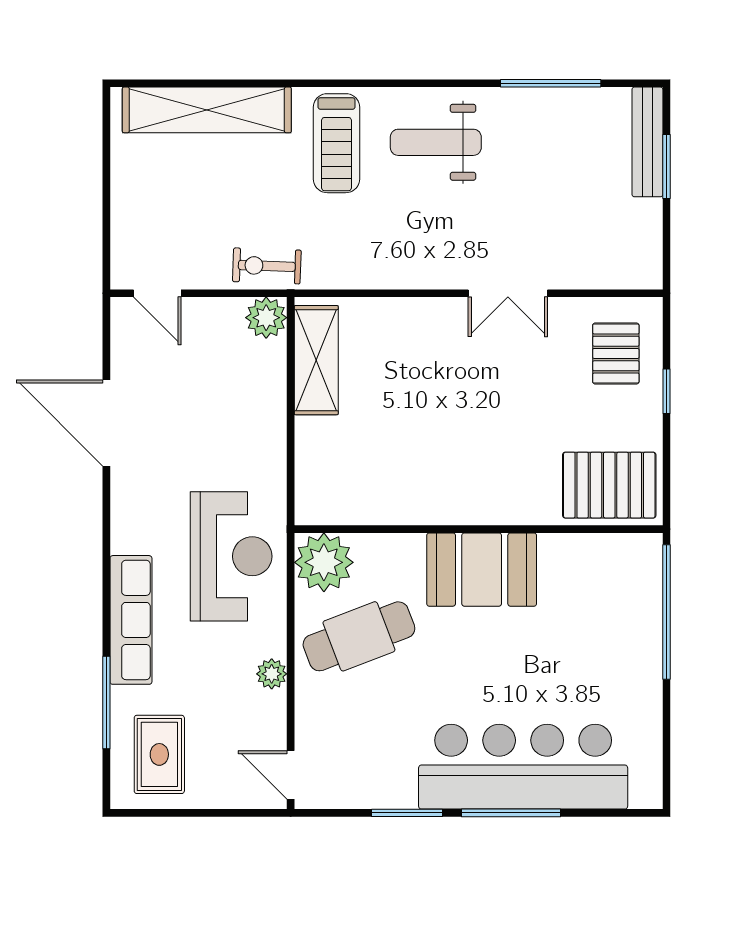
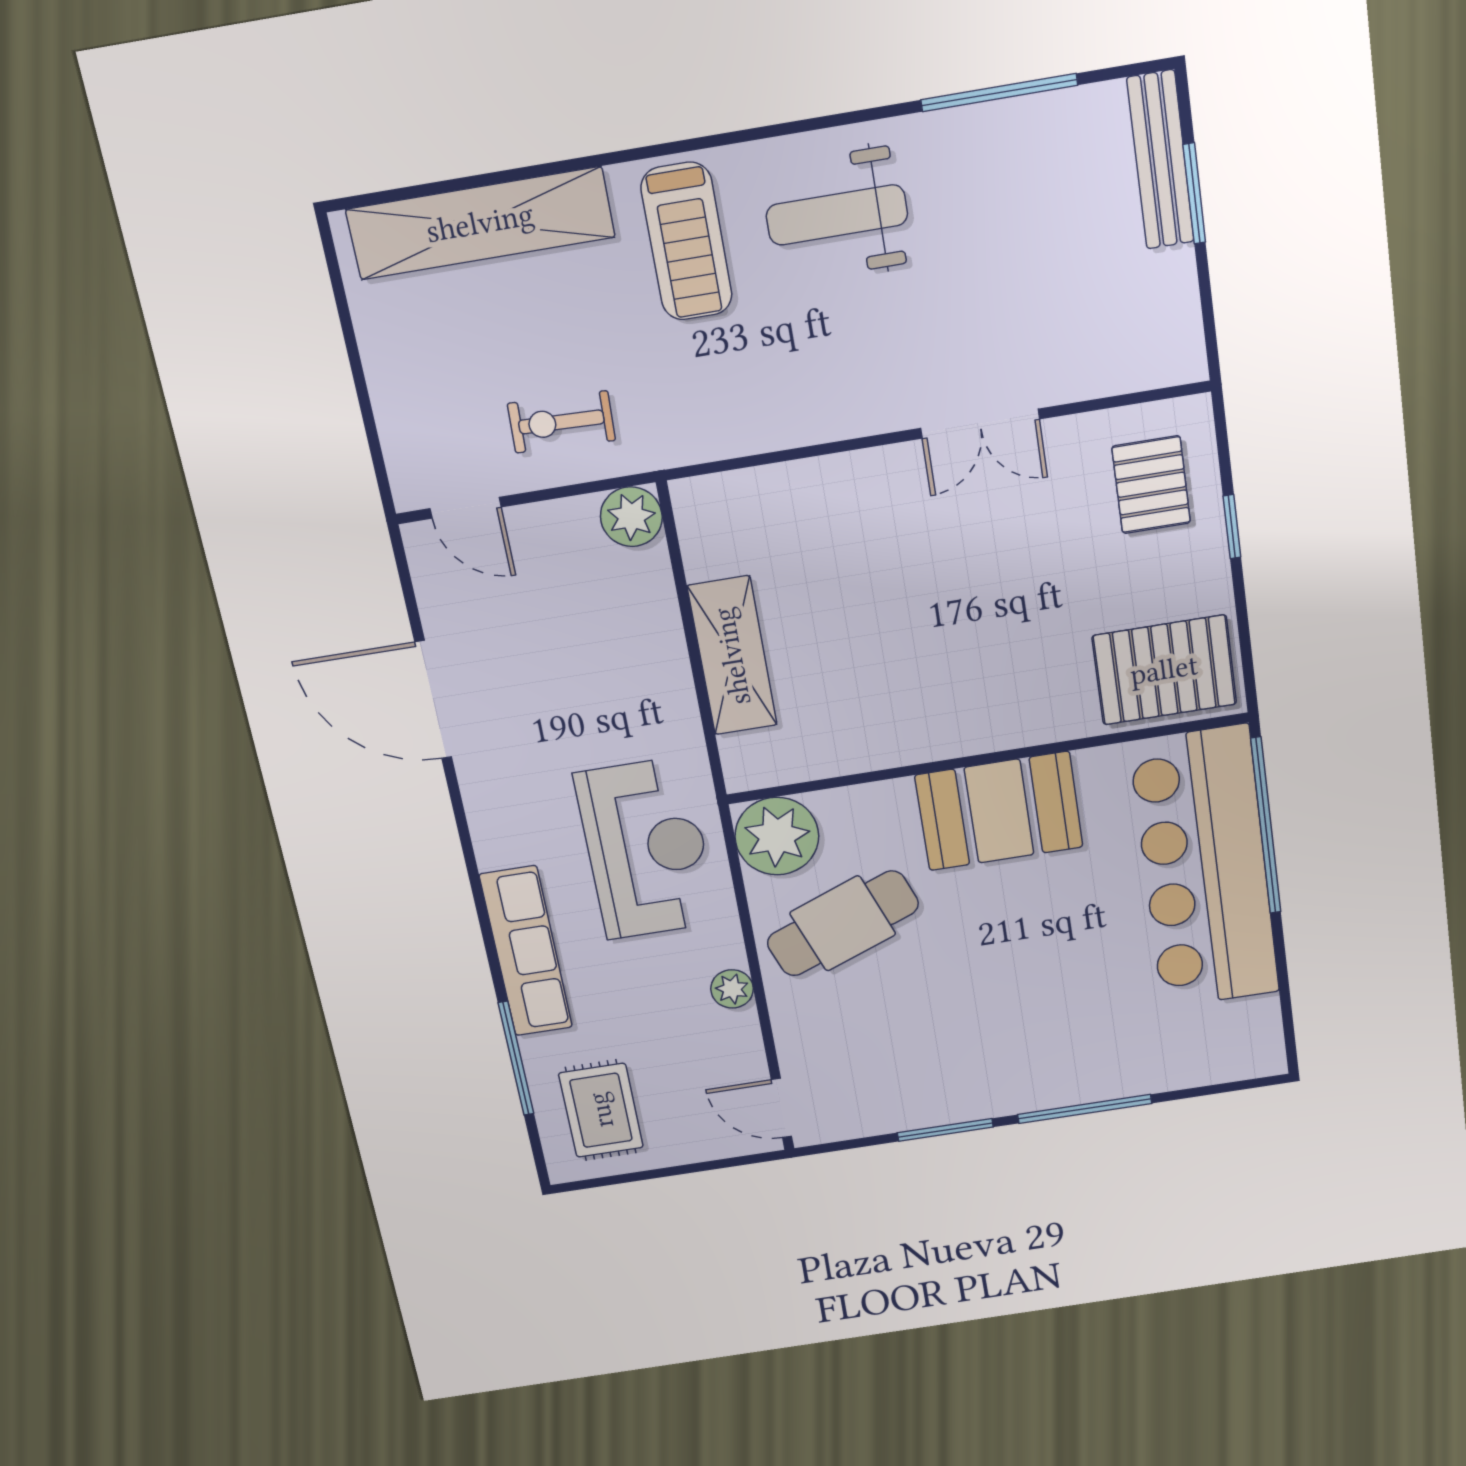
exercise bike: (267, 266) -> (561, 422), moved
shelving: (316, 360) -> (732, 656), moved
bar counter: (523, 767) -> (1205, 868), moved, turned -90

